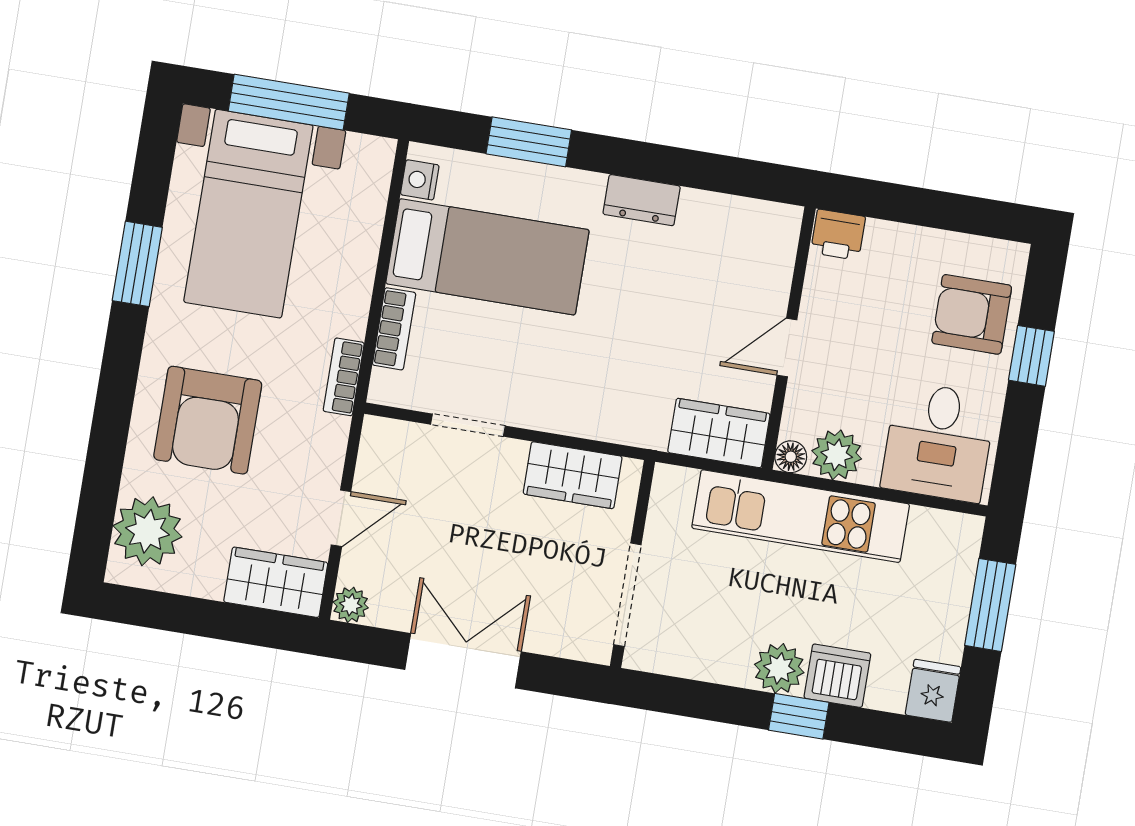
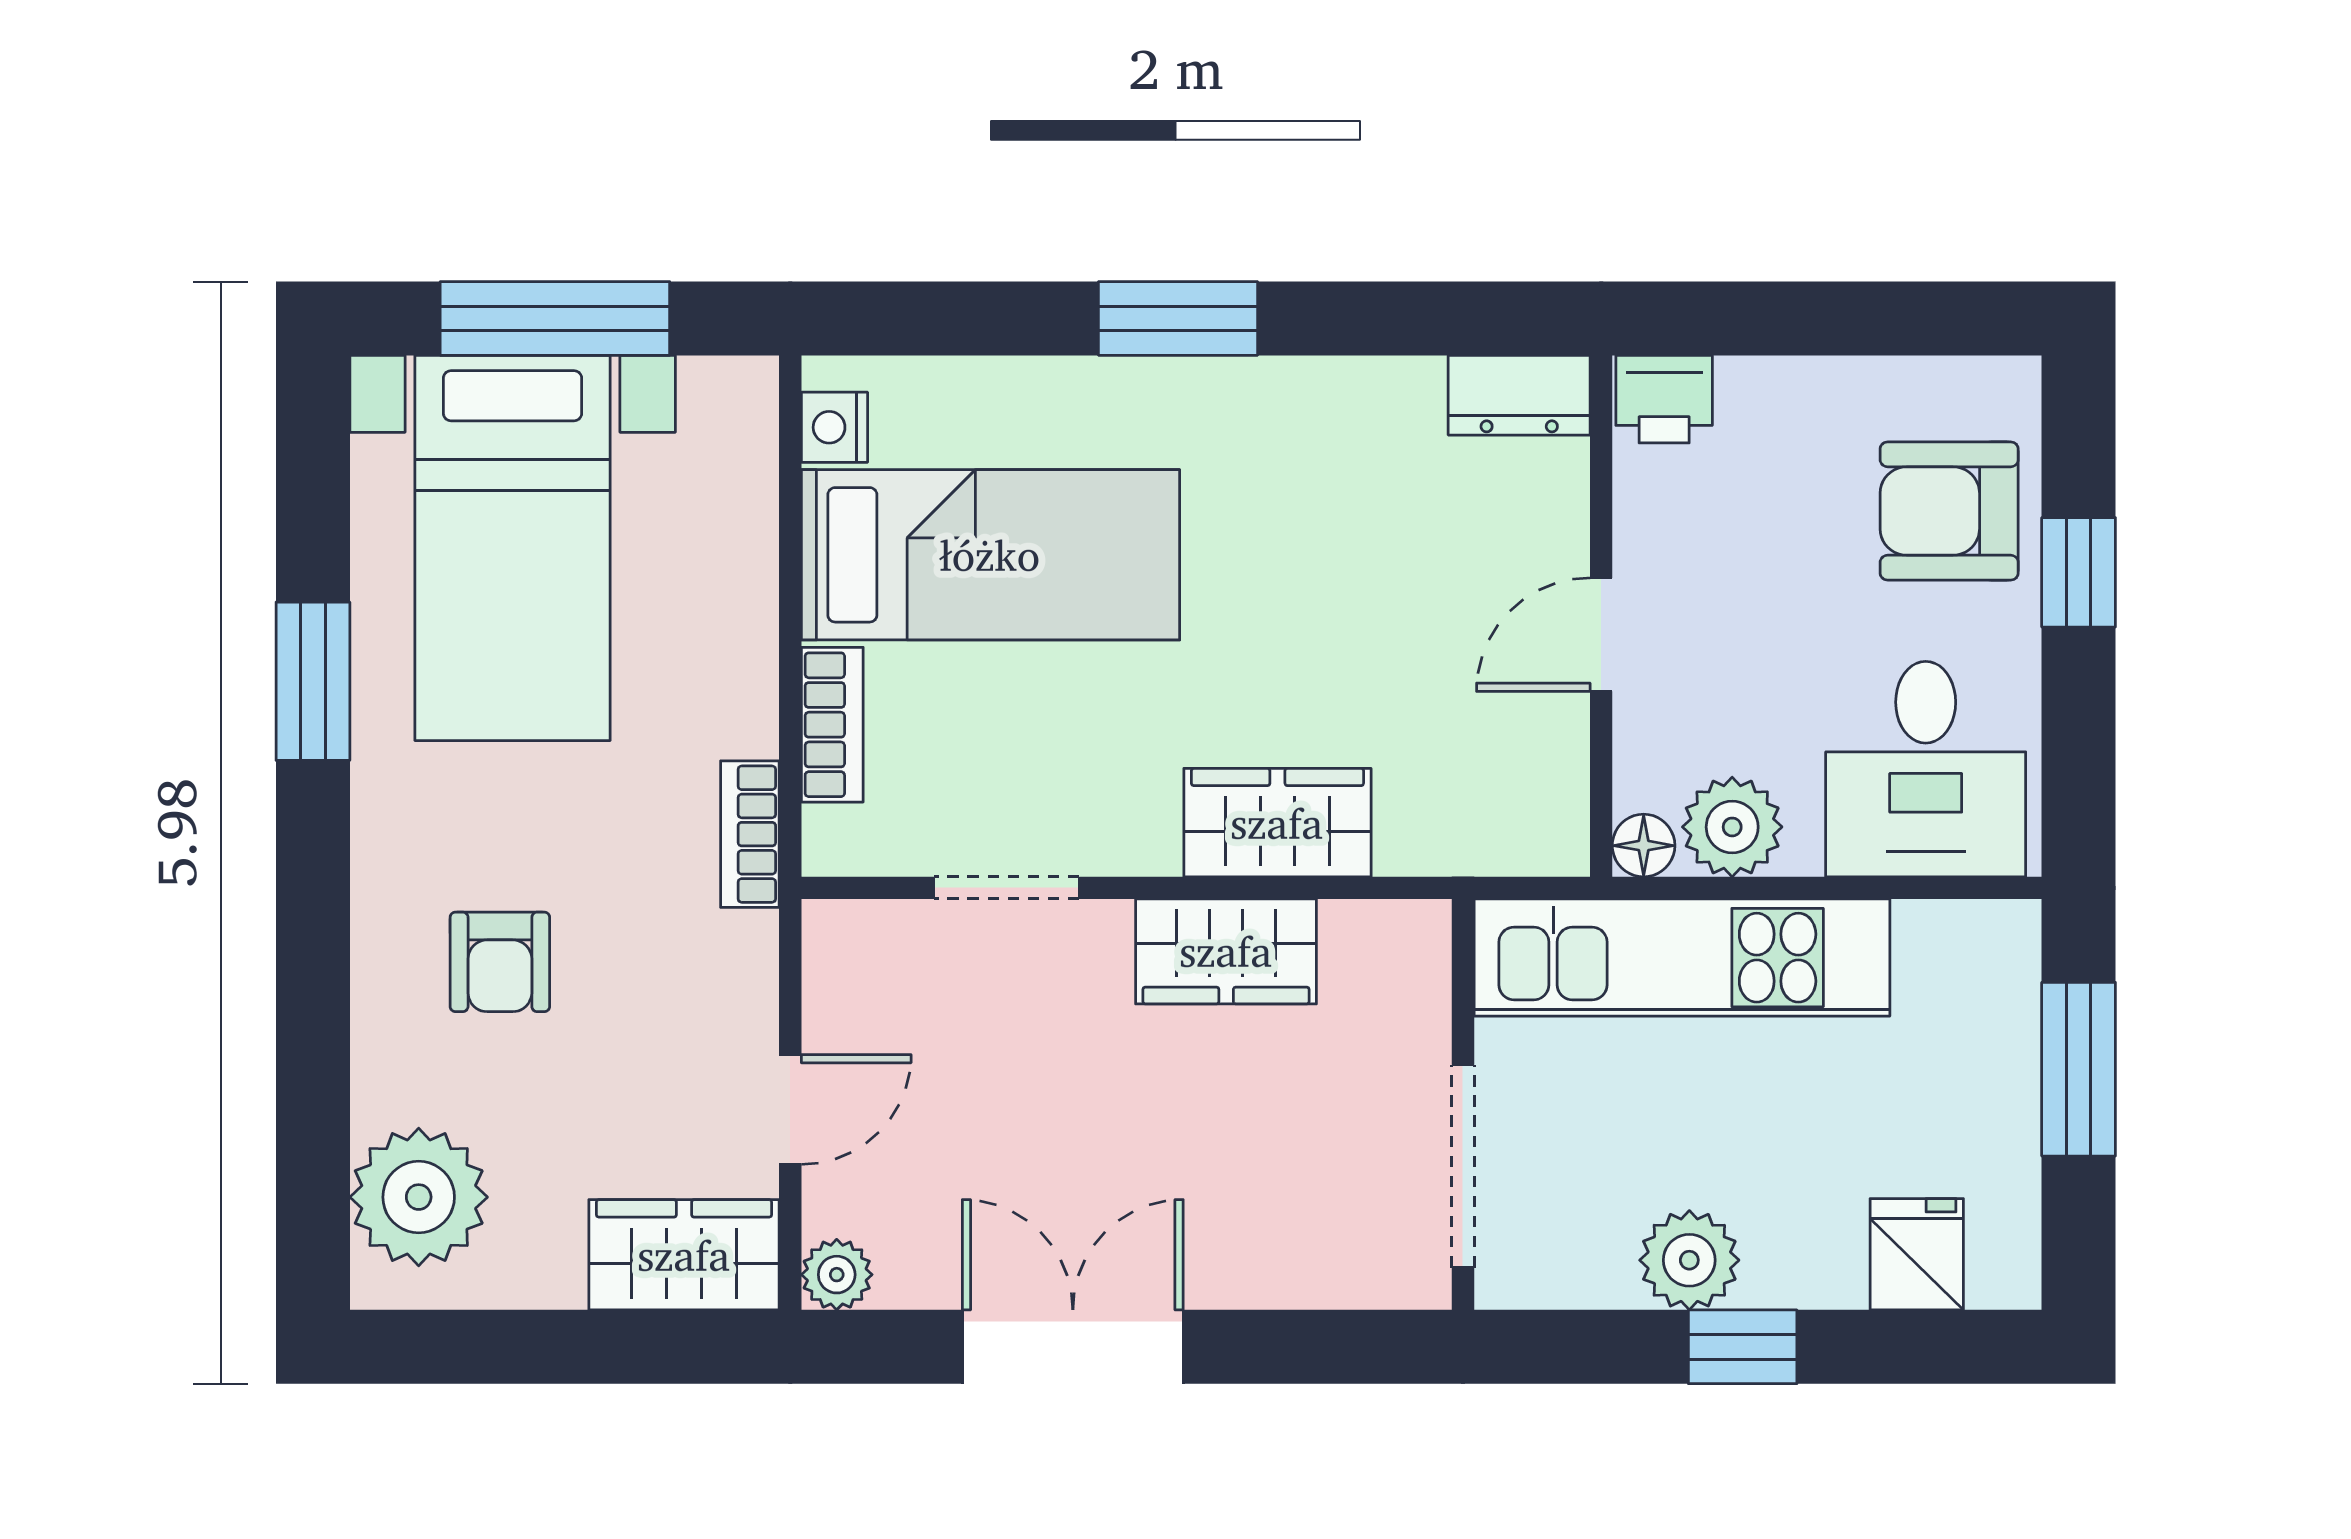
window: (529, 142) -> (1178, 318), moved
dresser: (642, 200) -> (1519, 395), moved
armchair: (208, 420) -> (500, 962), width x0.53, depth x0.53
wardrobe: (719, 433) -> (1277, 823), moved
wall: (632, 564) -> (1463, 1104), moved
doorway: (627, 595) -> (1463, 1166), moved
dishwasher: (837, 676) -> (1805, 1256), removed
fridge: (933, 691) -> (1917, 1254), moved

